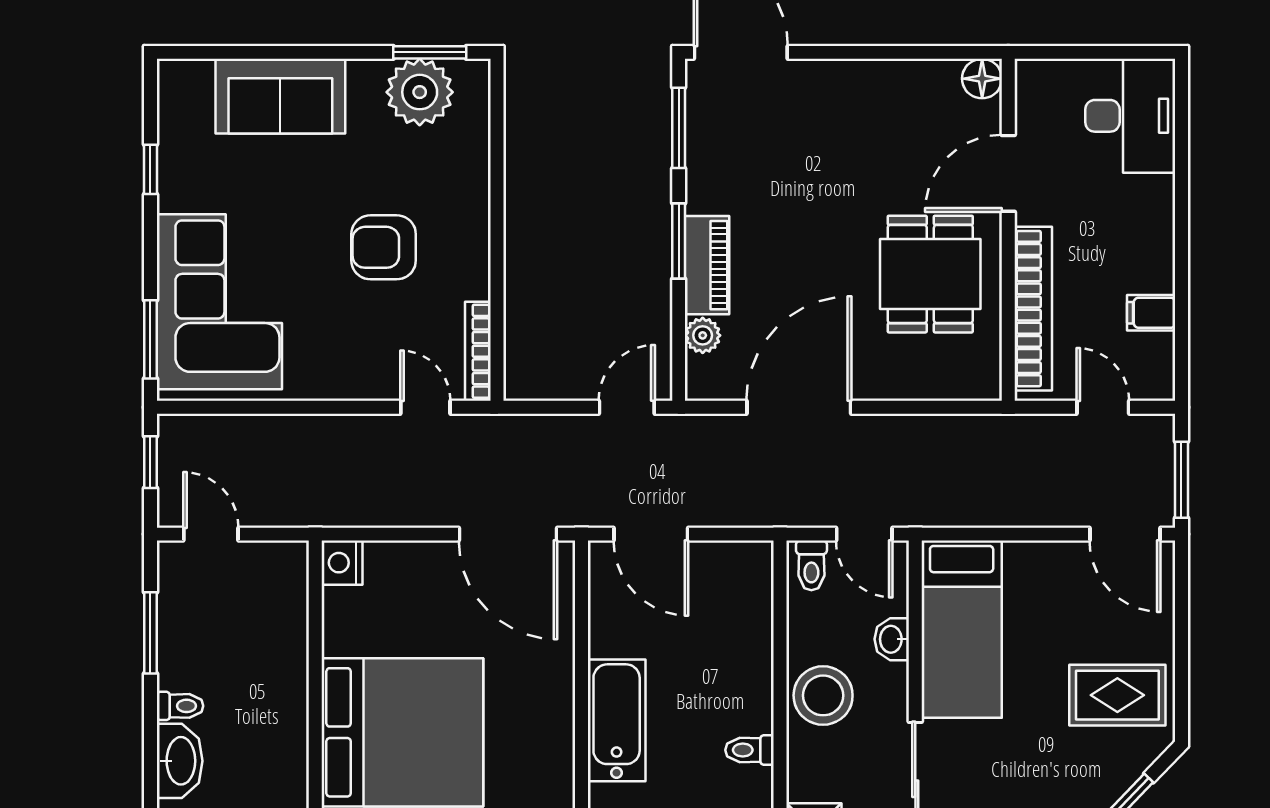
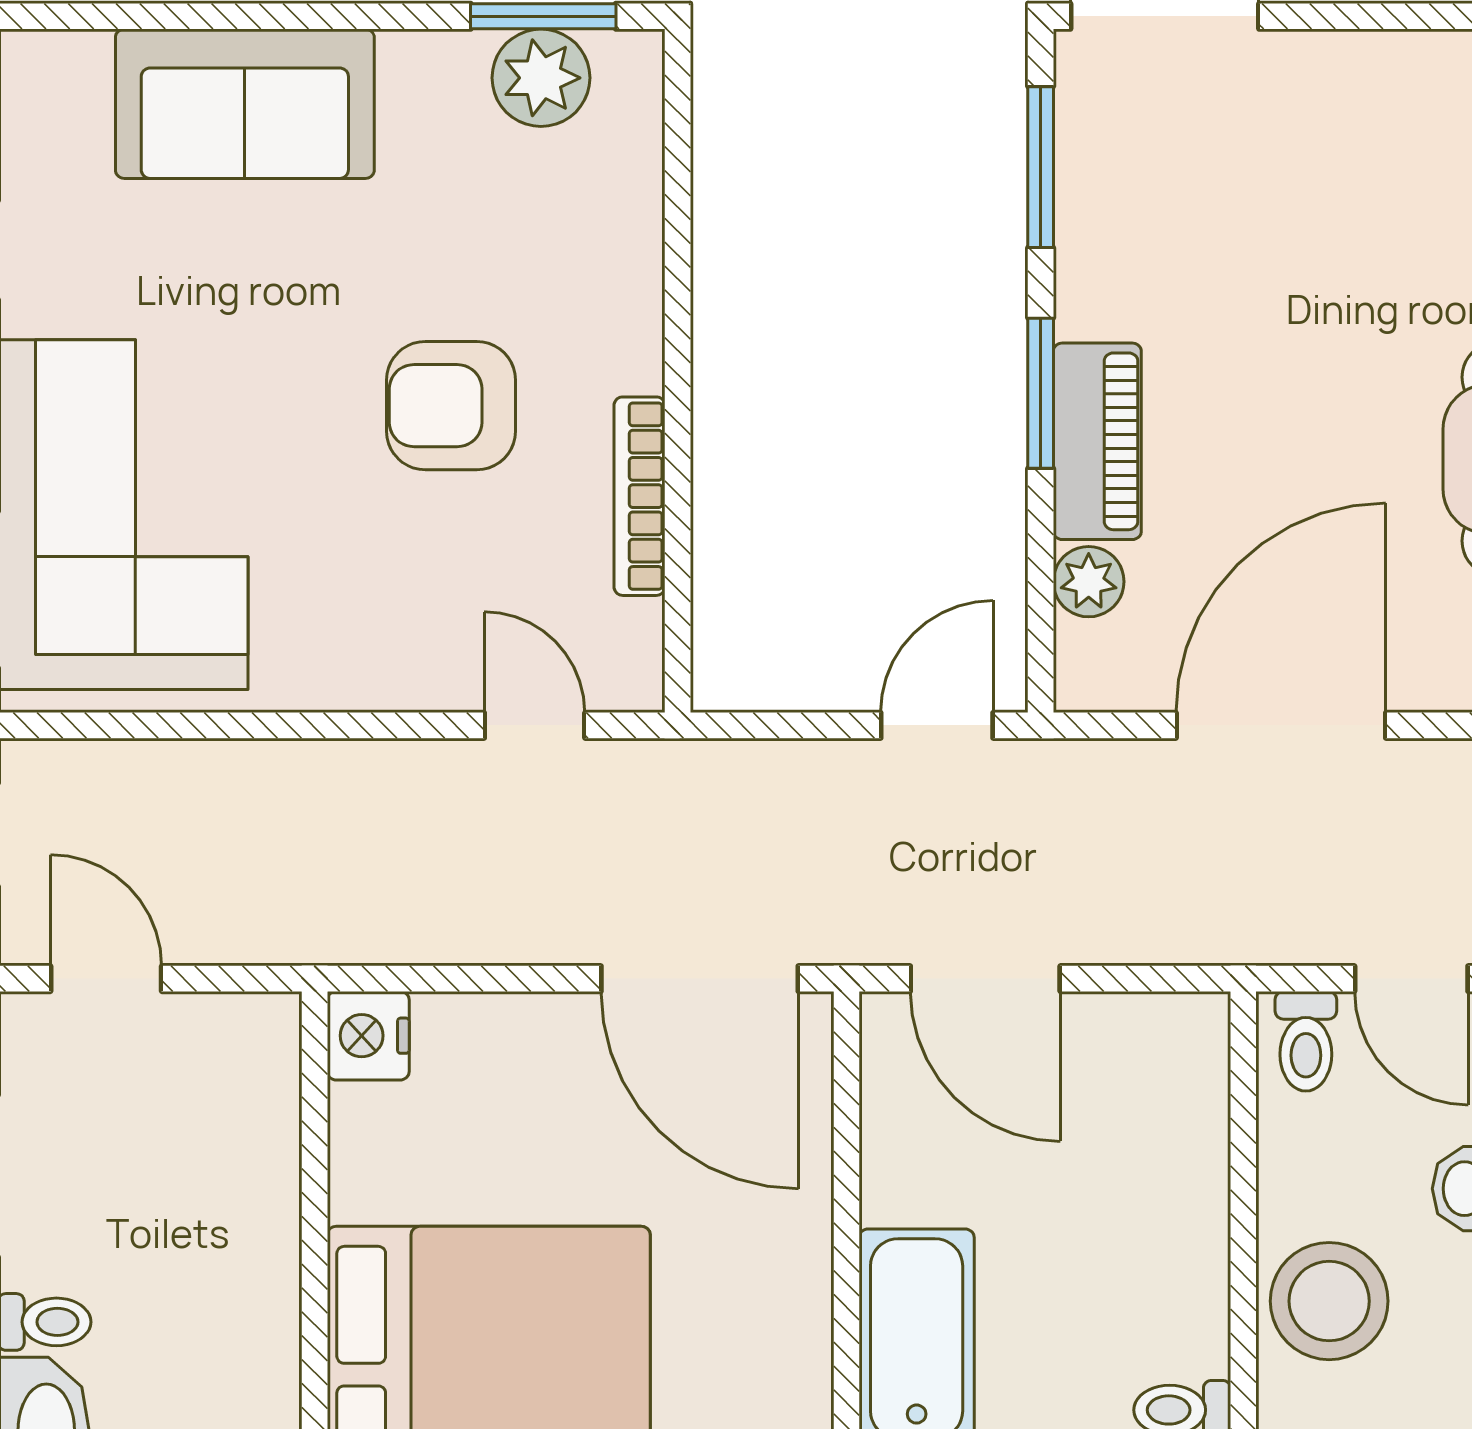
plant: (420, 92) -> (541, 78), width x0.73, depth x0.73
bookcase: (478, 351) -> (640, 496), moved

